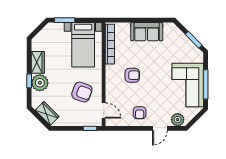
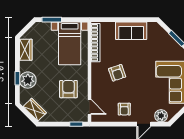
wardrobe: (38, 62) -> (26, 50), moved
armchair: (132, 75) -> (117, 73), turned 71
armchair: (82, 92) -> (68, 89), turned -110

